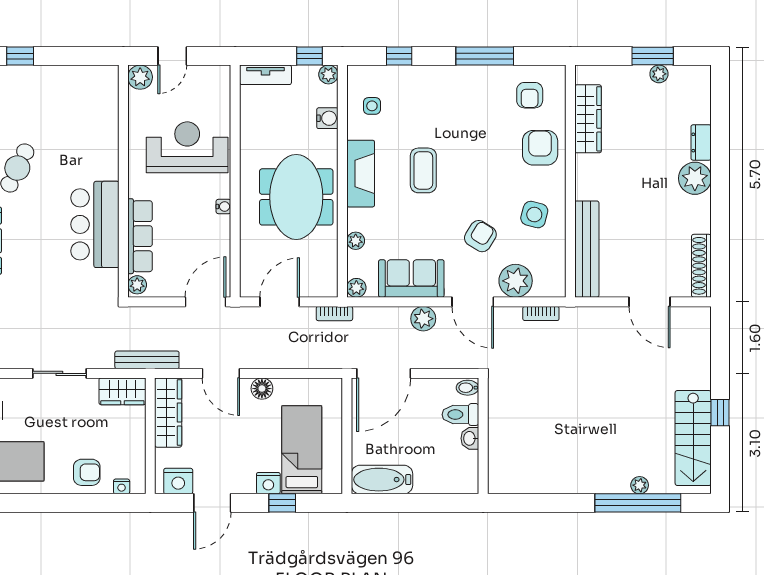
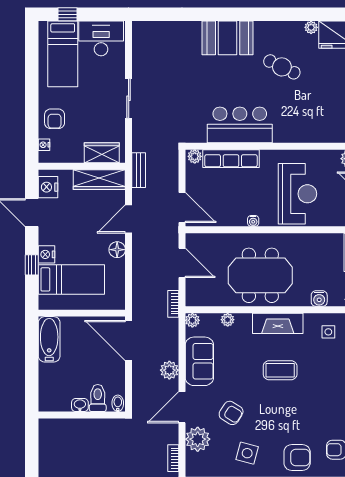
bench: (147, 360) -> (139, 170), width x0.73
wardrobe: (122, 391) -> (102, 153), moved, turned 90

